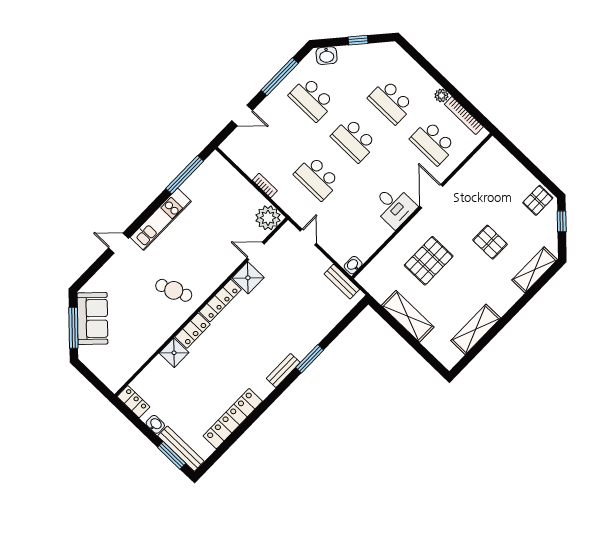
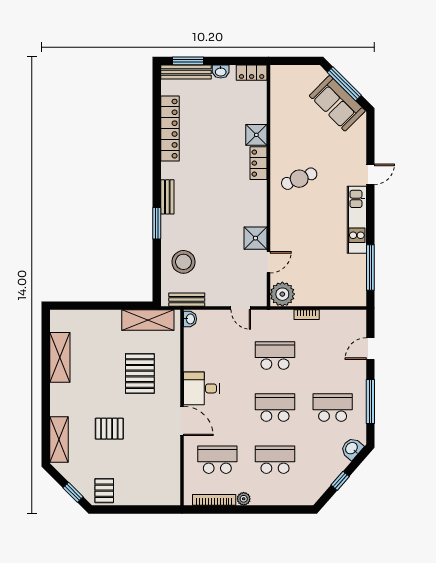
locker: (220, 301) -> (259, 203), removed
stool: (317, 311) -> (183, 262), added
shelving: (408, 316) -> (148, 320), moved

